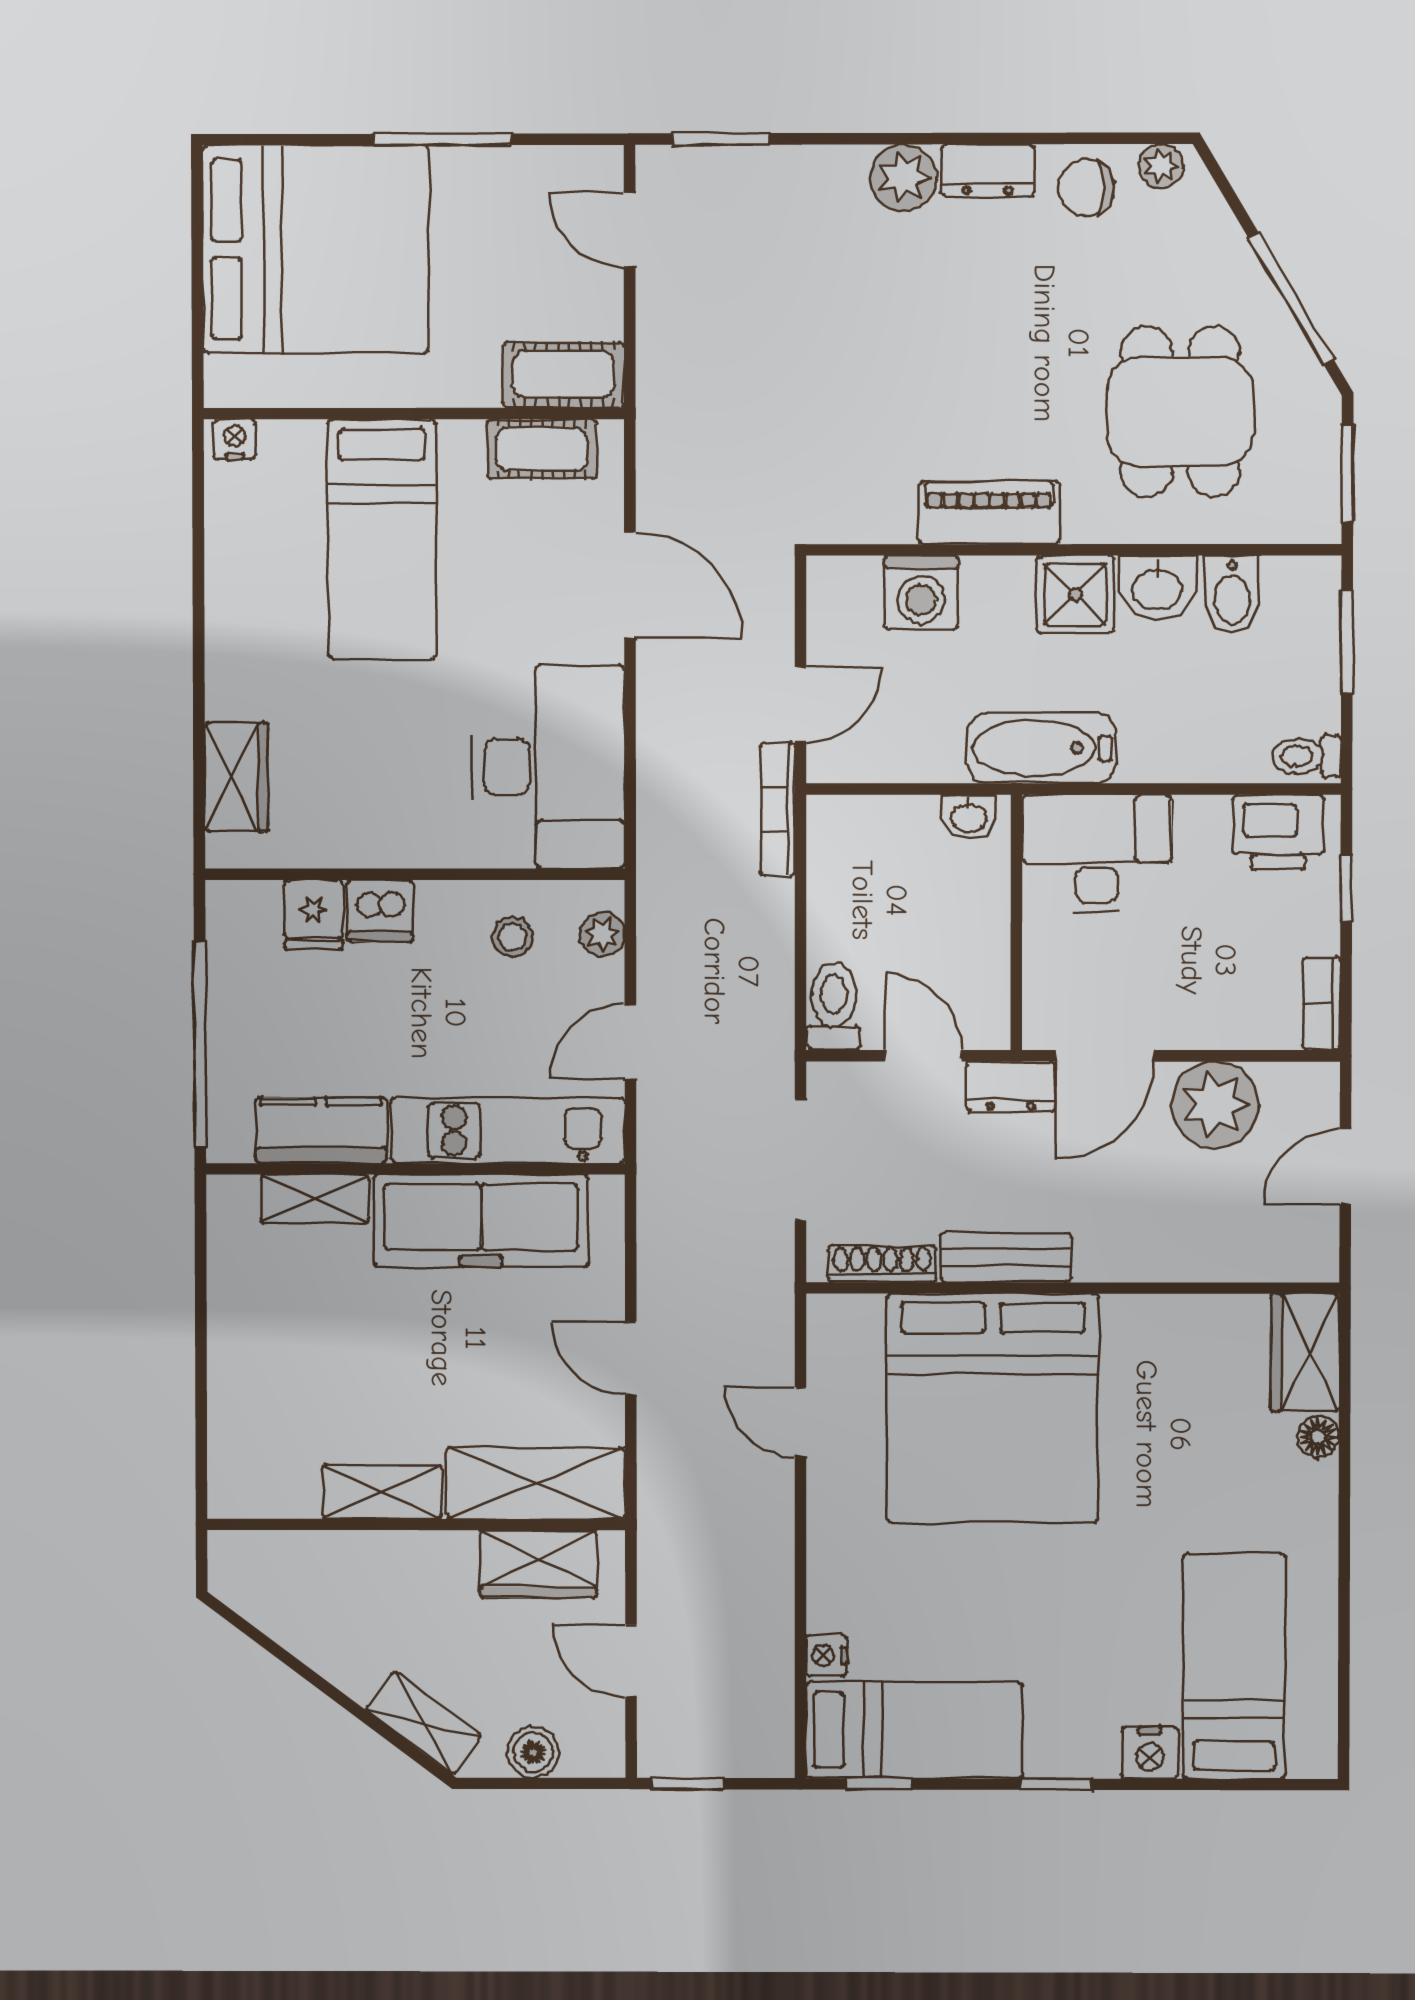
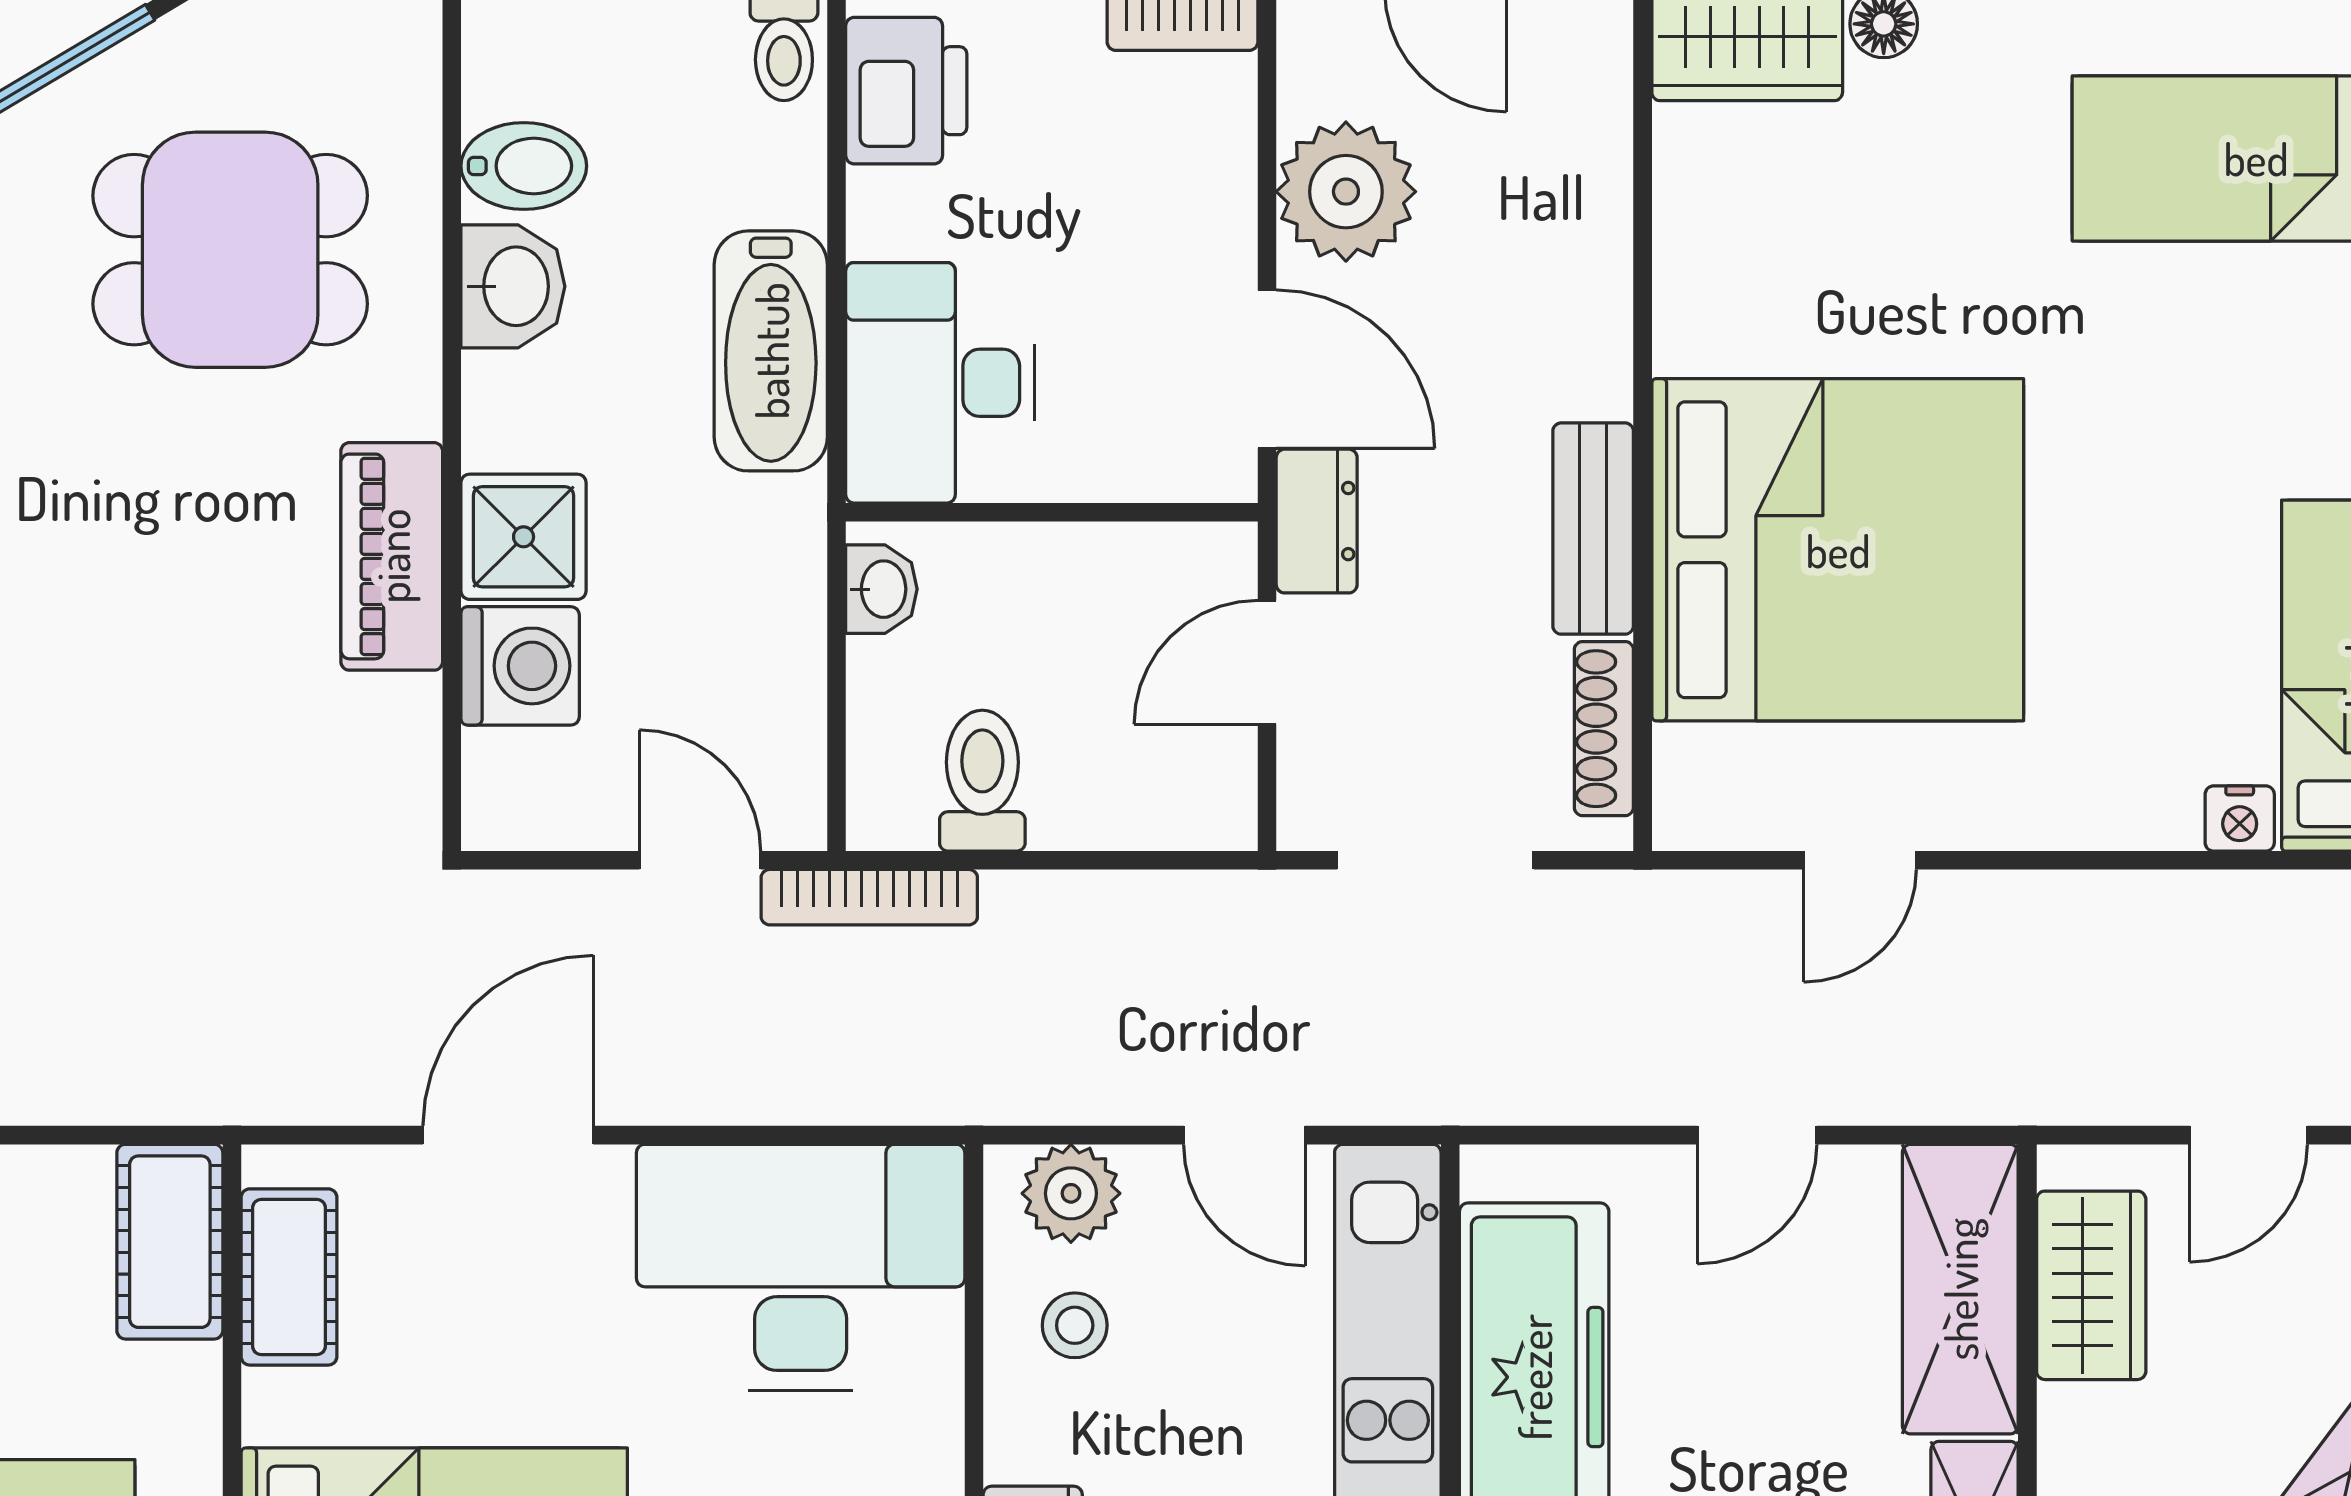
shower: (1075, 594) -> (524, 537), moved
bathtub: (1041, 748) -> (771, 351), moved
plant: (603, 934) -> (1071, 1193), width x1.38, depth x1.38
toilet: (834, 1006) -> (982, 781), moved, turned 90

